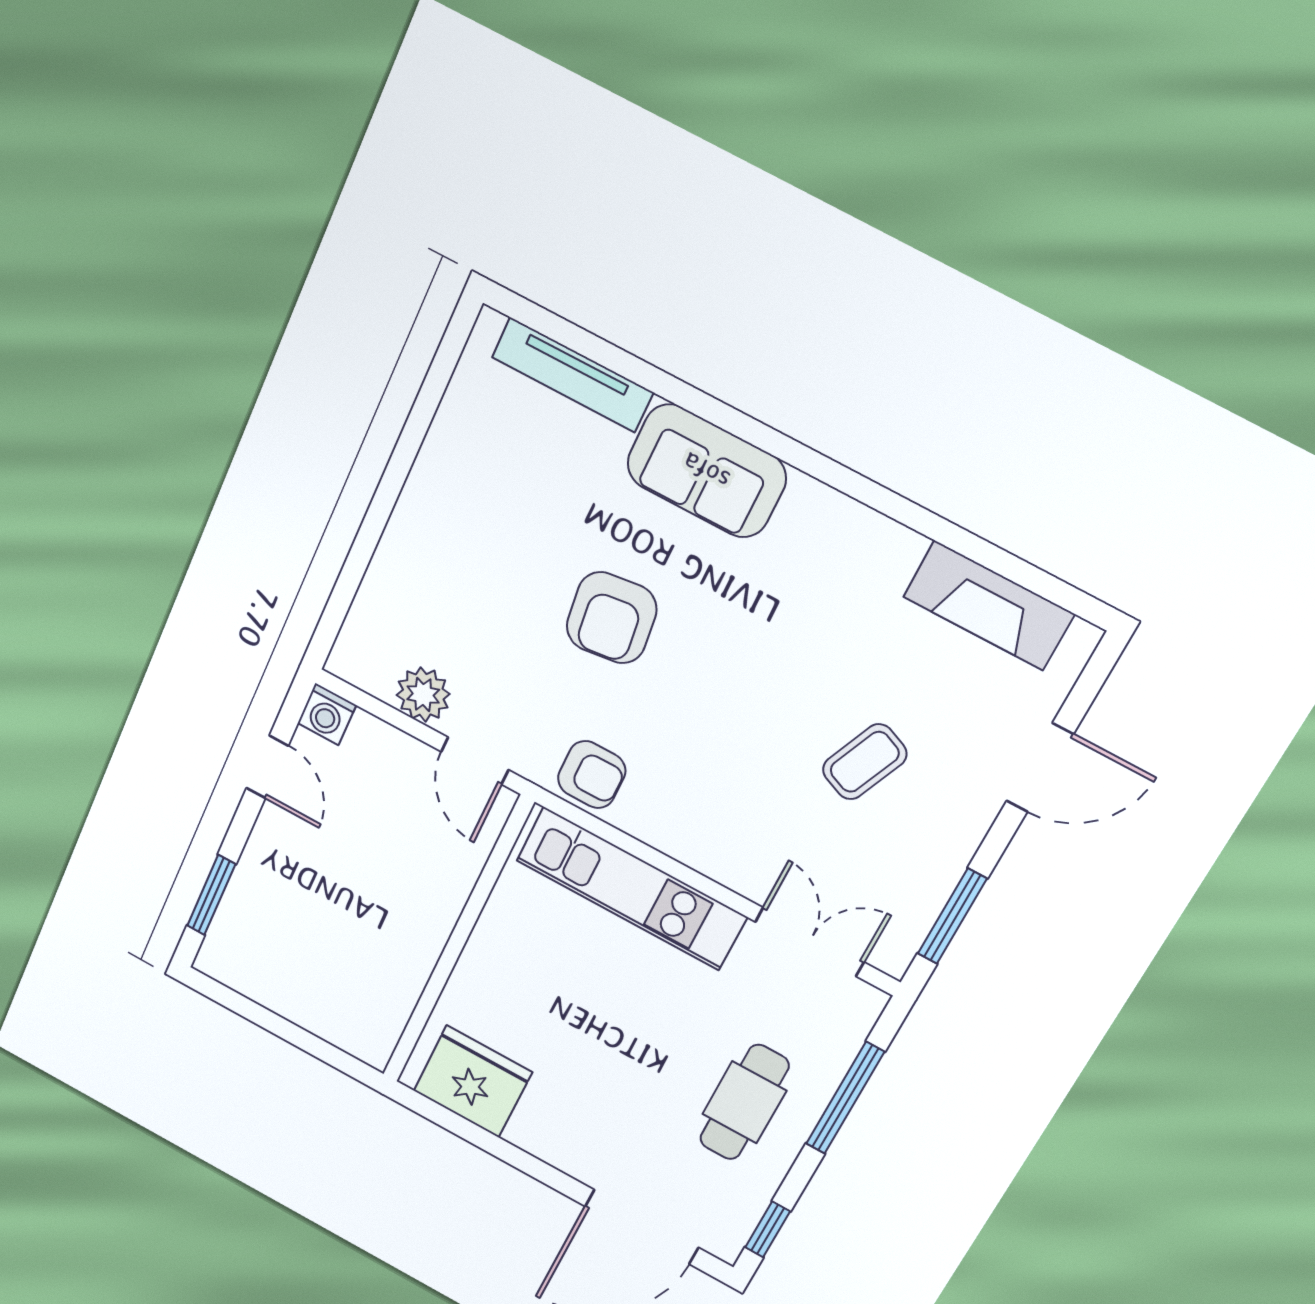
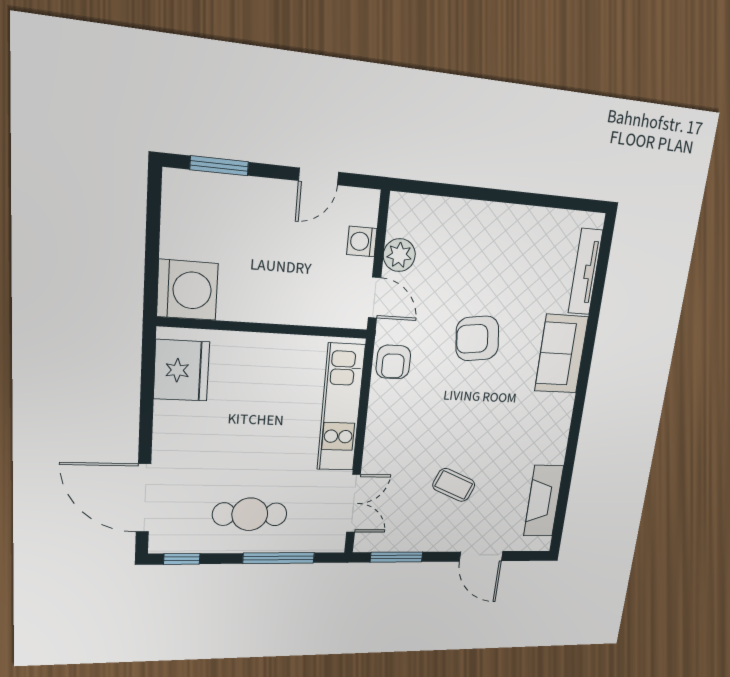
washing machine: (327, 714) -> (362, 241), moved
door: (475, 761) -> (374, 298), swing flipped
washing machine: (362, 1017) -> (187, 290), added

